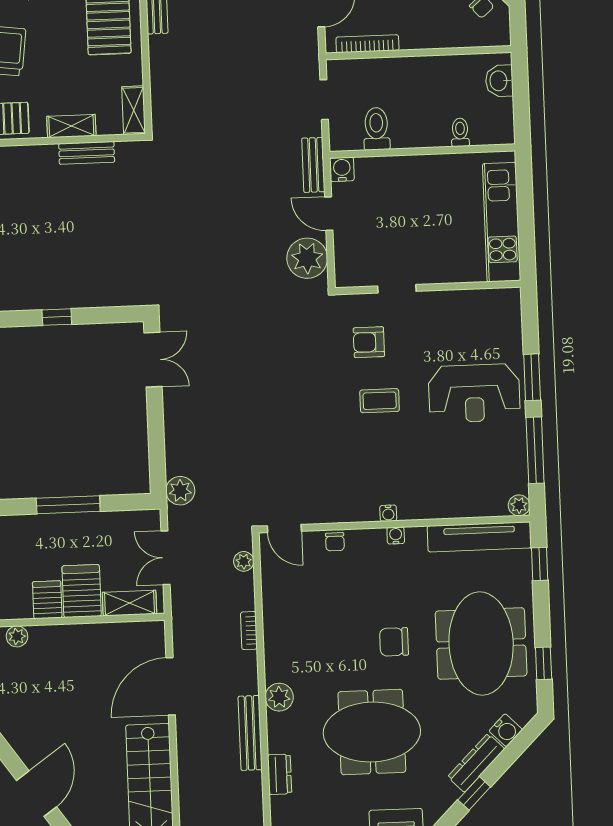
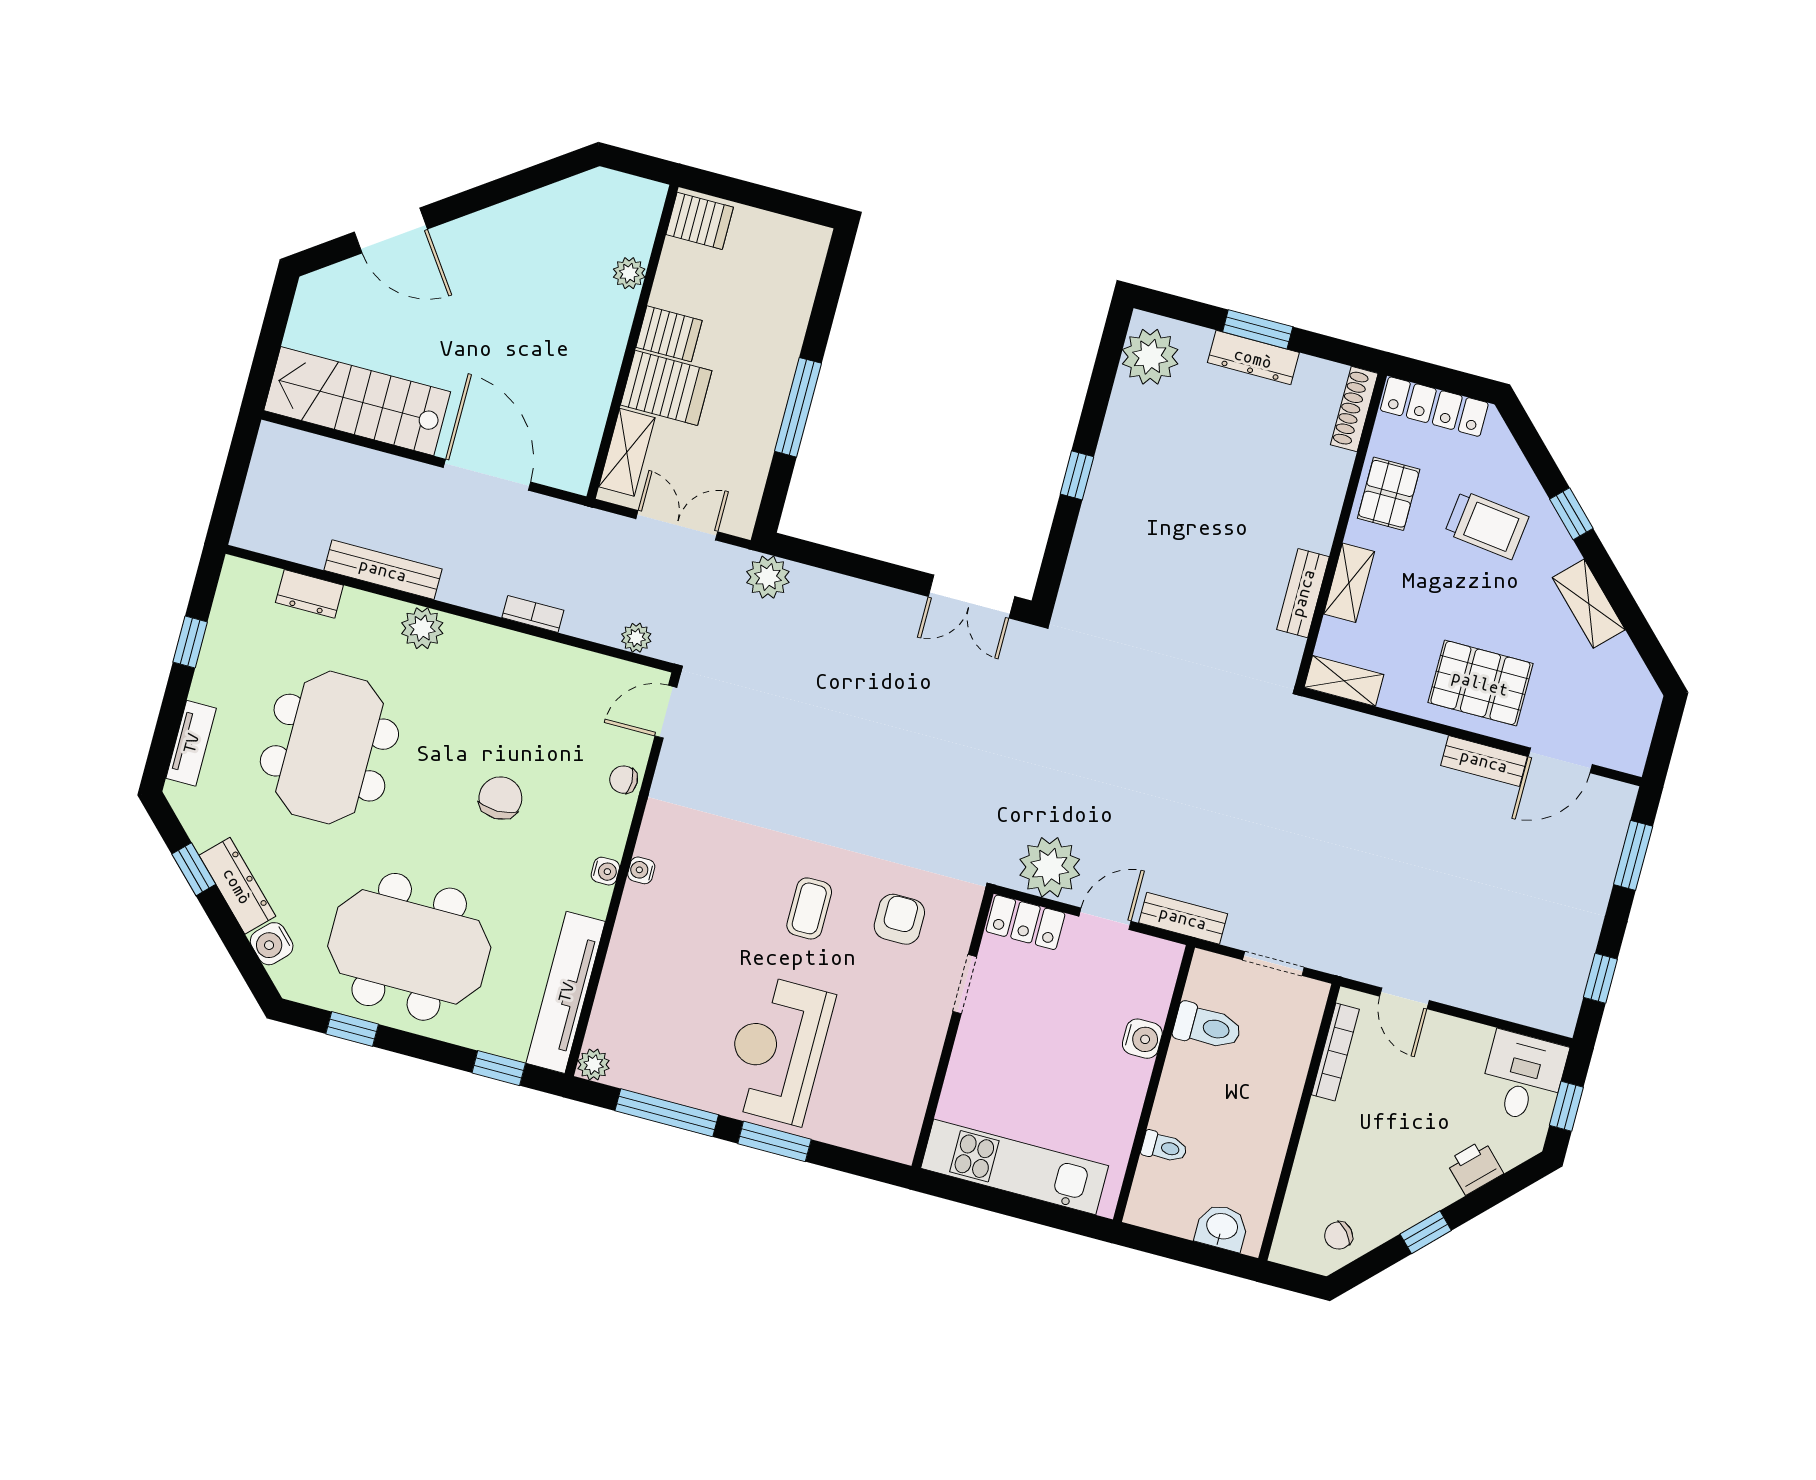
water cooler: (342, 169) -> (1142, 1039), moved
locker: (346, 263) -> (1025, 922), added
chair: (394, 642) -> (500, 798), moved

